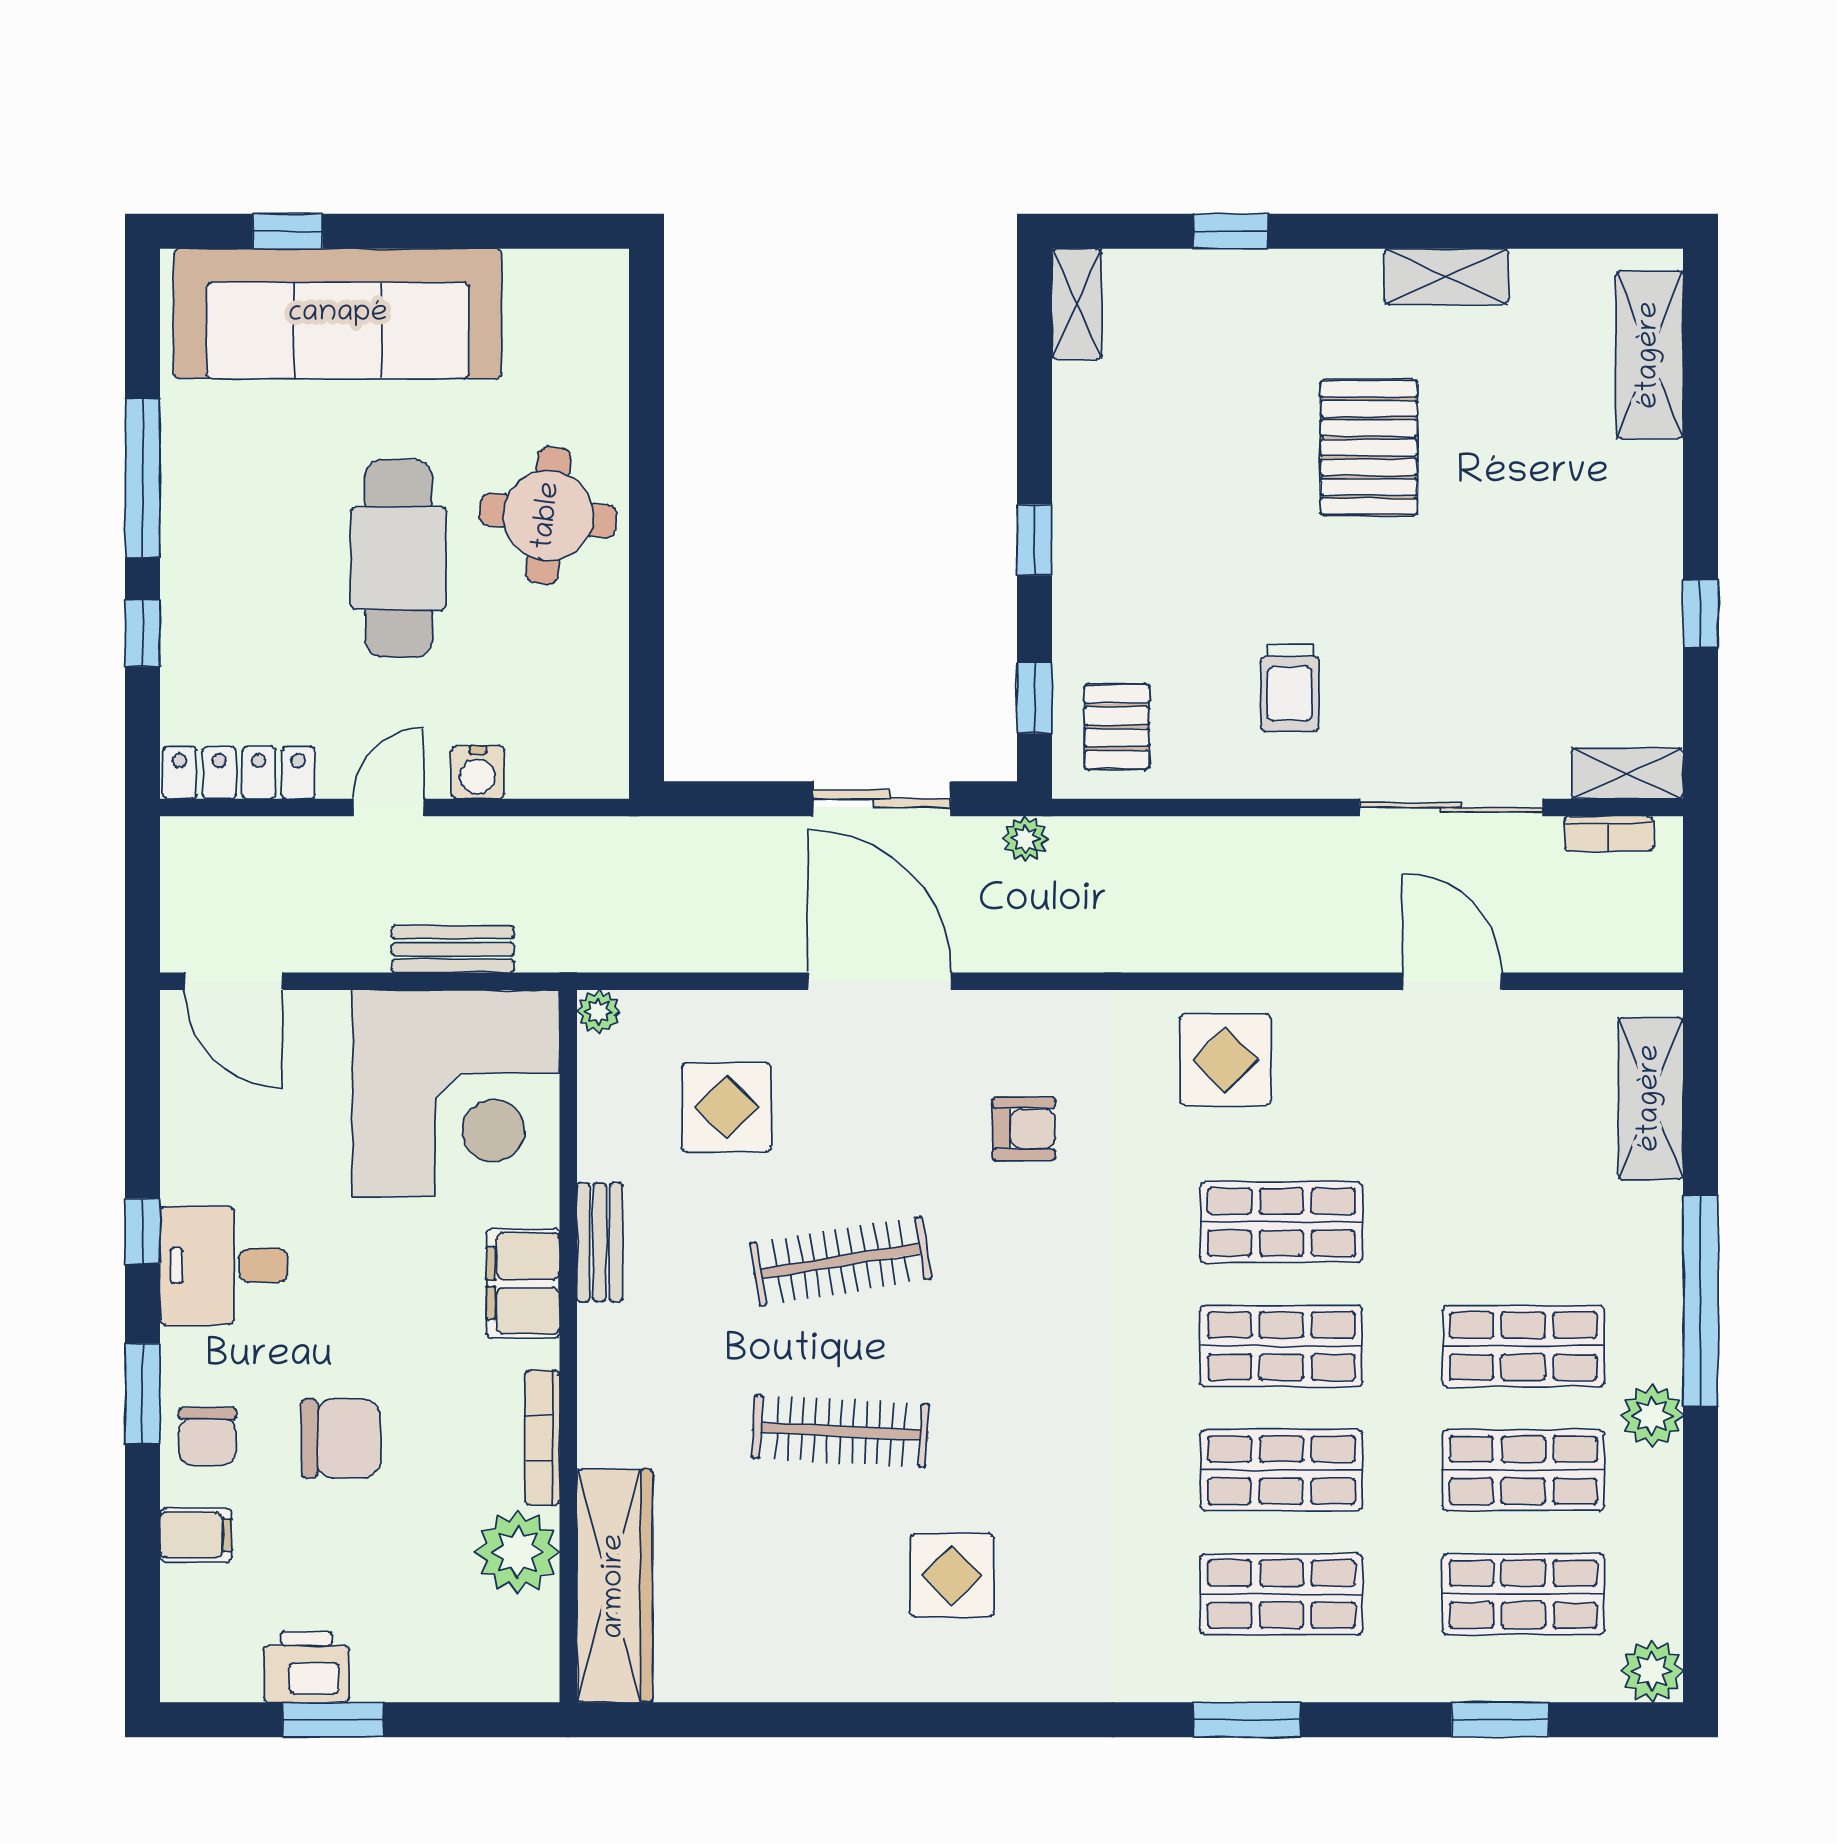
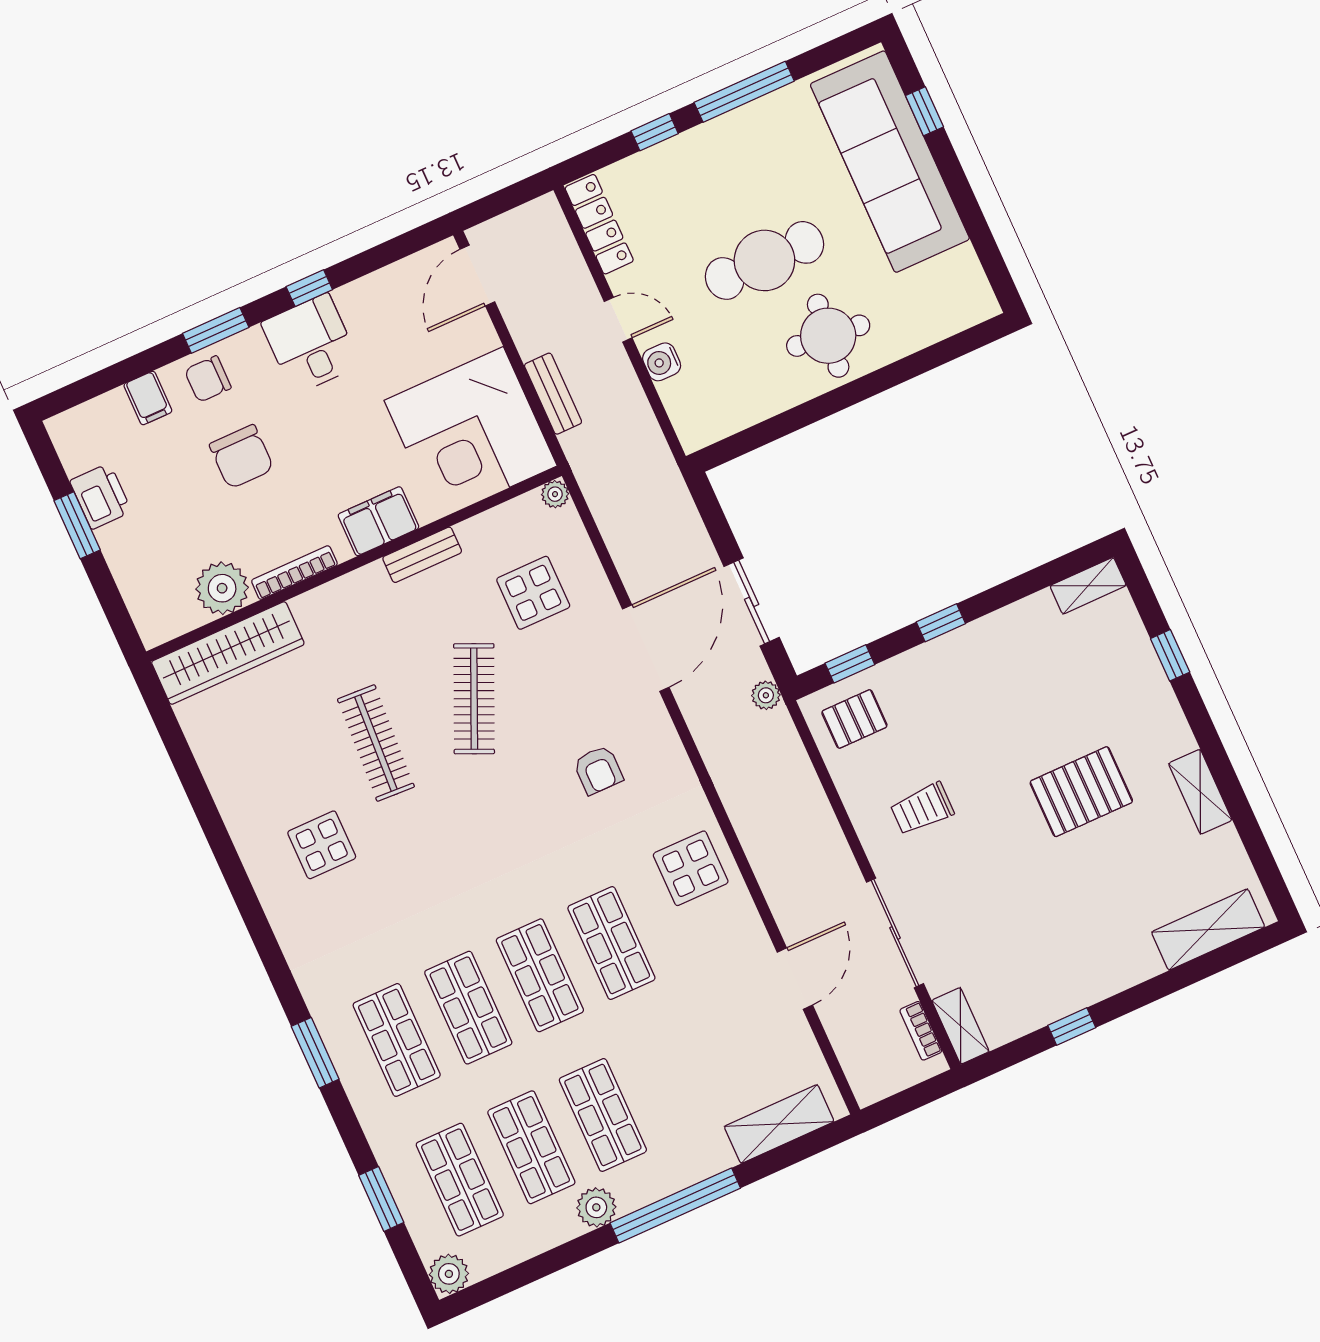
clothes rail: (841, 1261) -> (474, 699), turned 33

